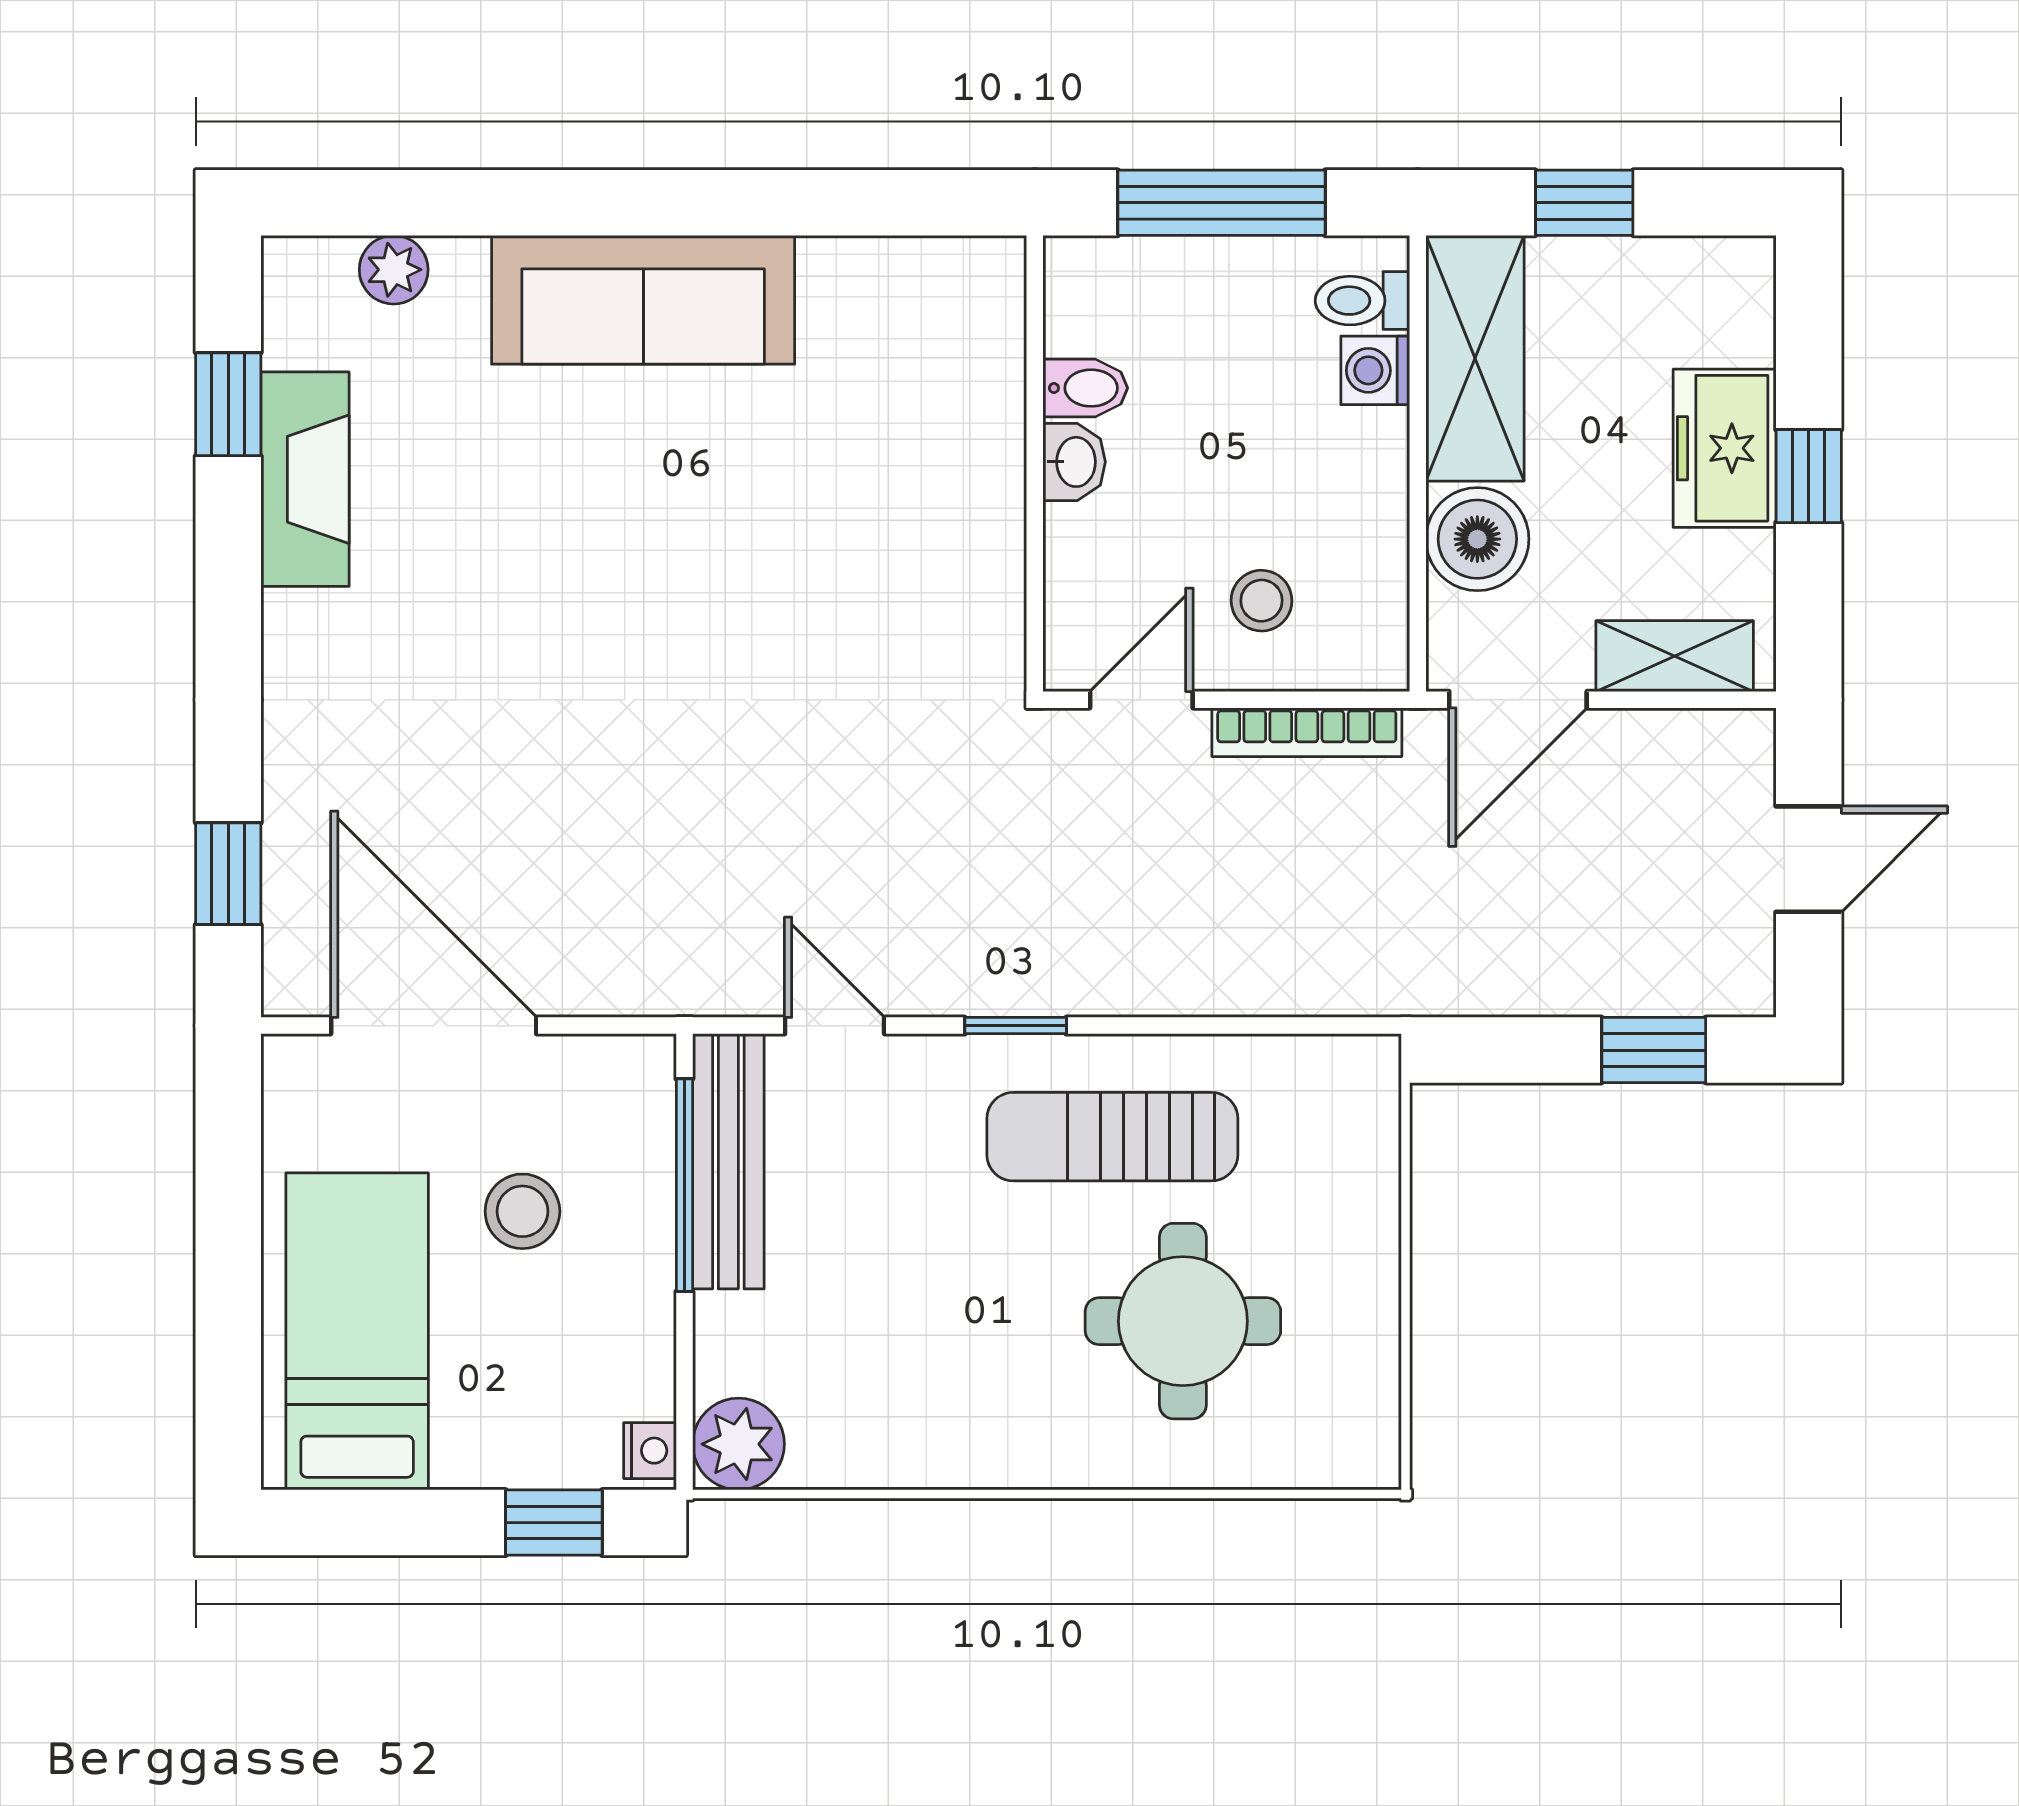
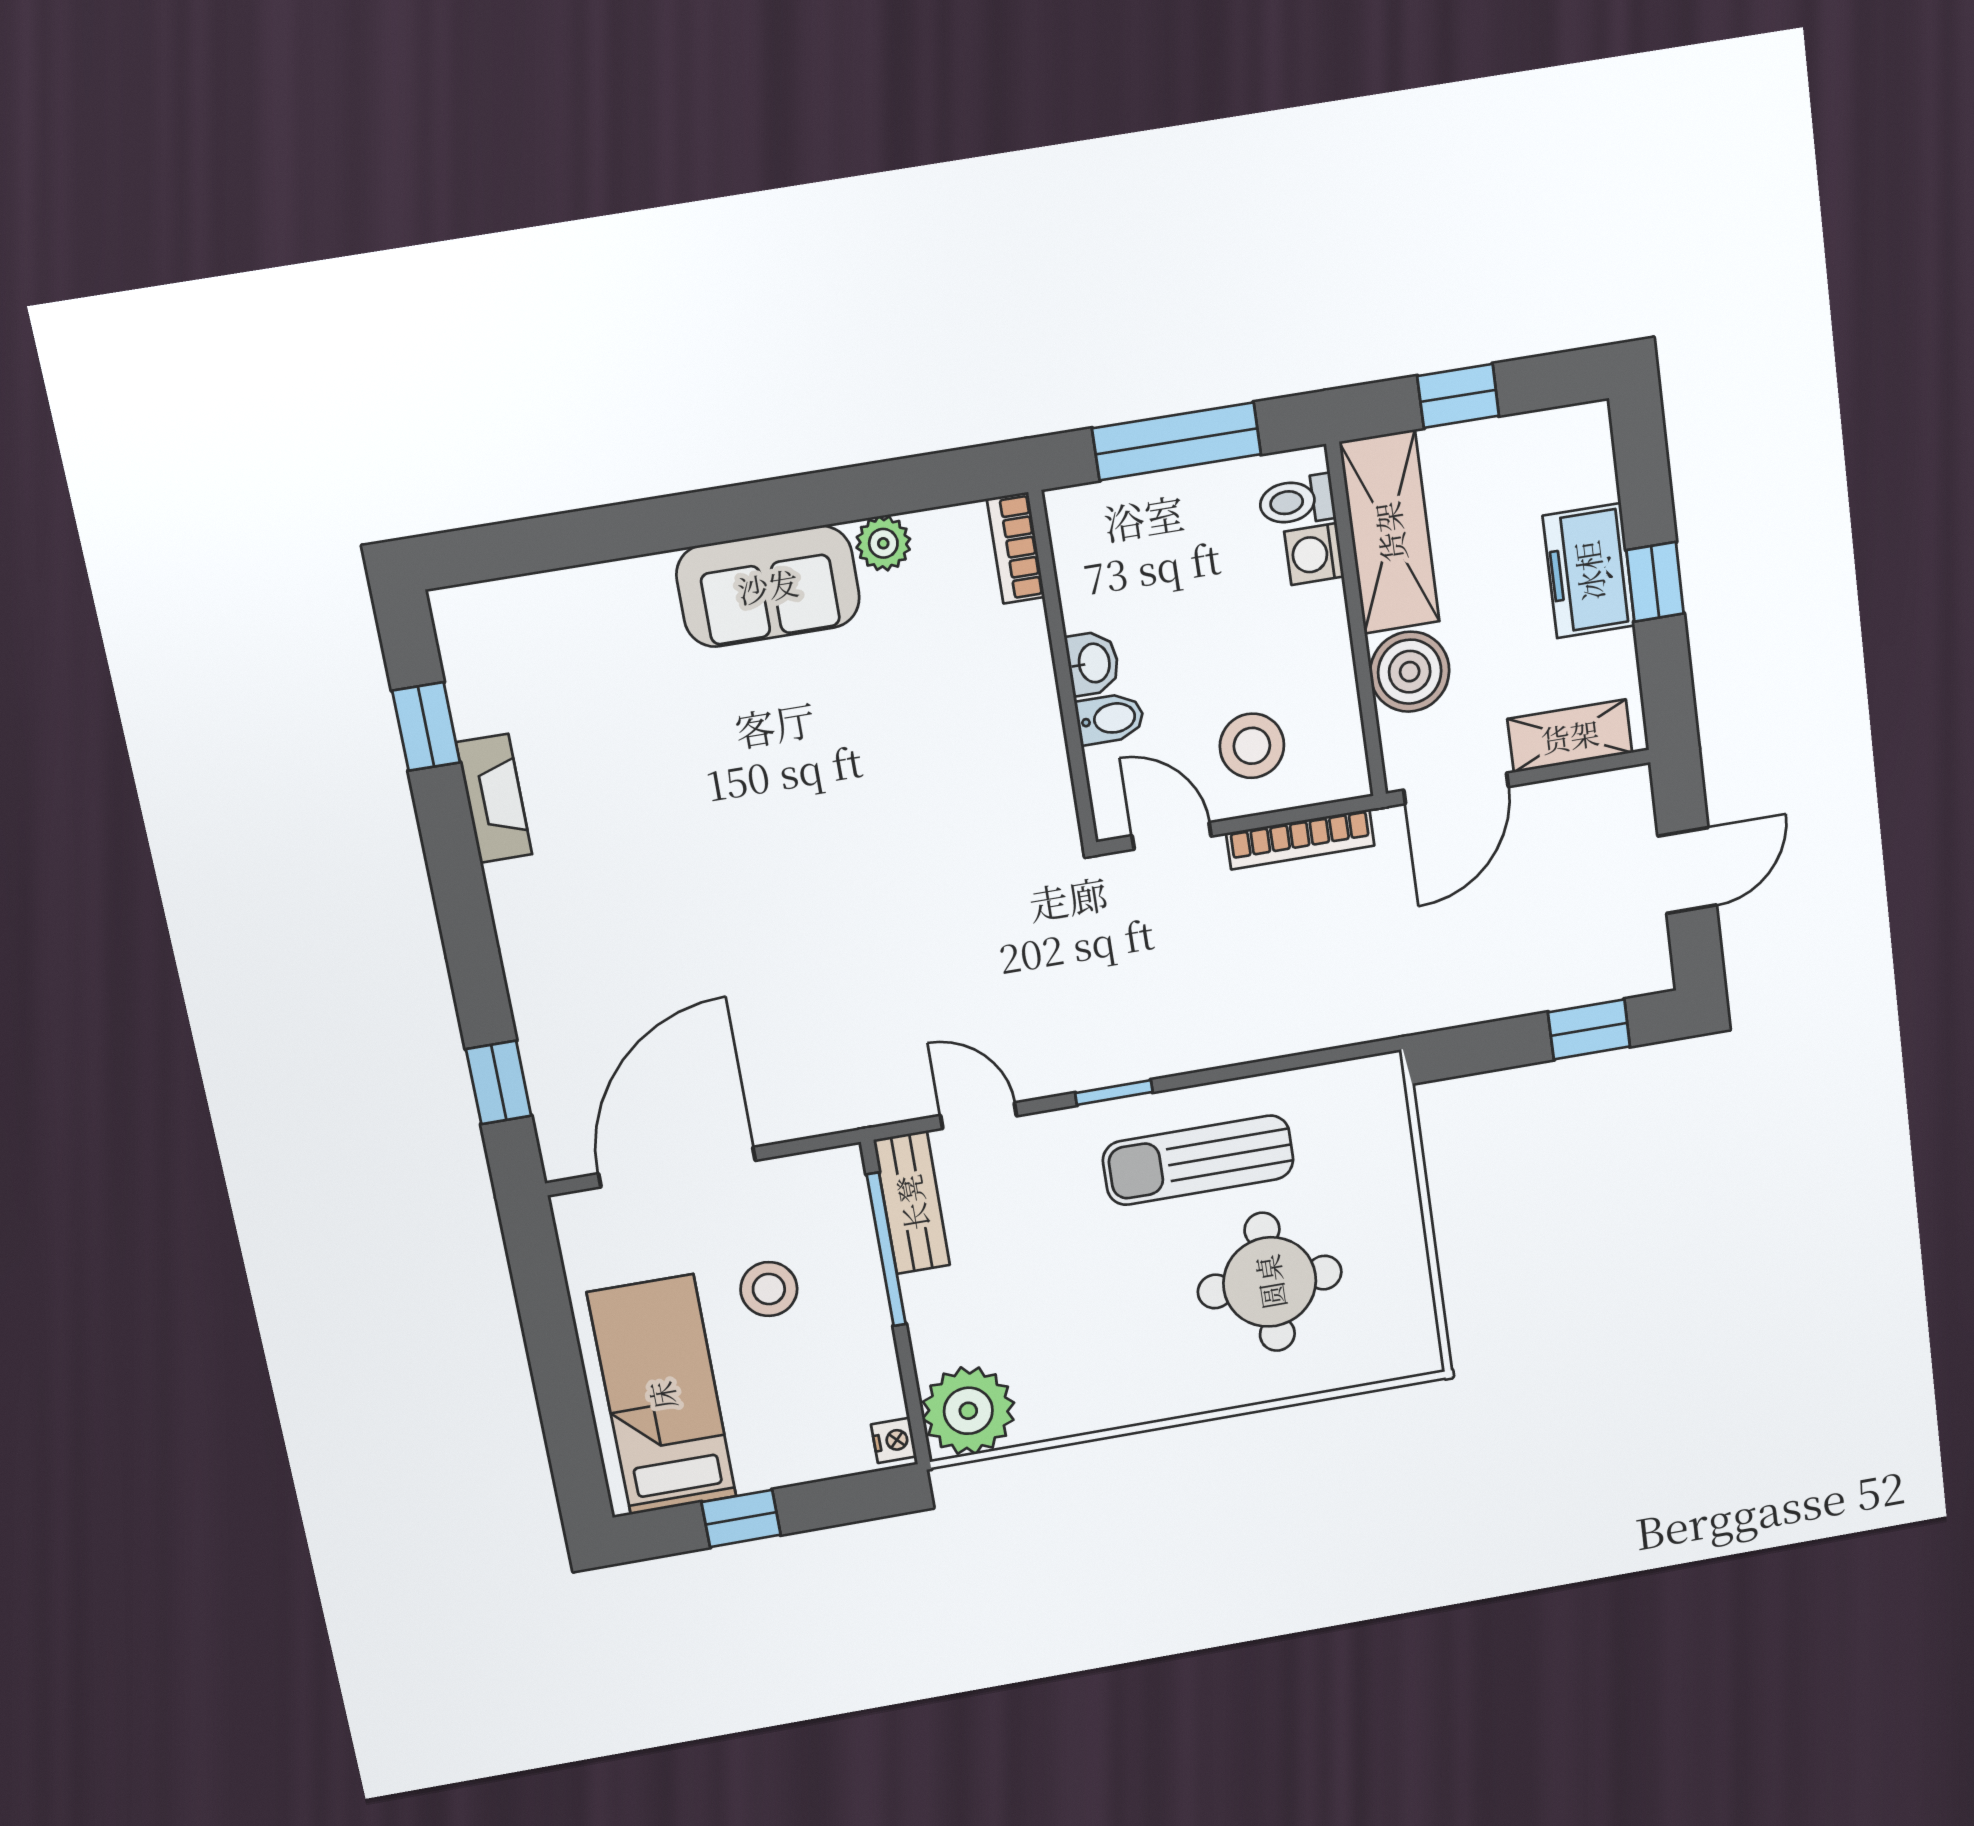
plant: (394, 270) -> (883, 543), moved
sofa: (643, 300) -> (768, 586), width x0.73
bookcase: (1000, 302) -> (1016, 548), added
bidet: (1085, 388) -> (1110, 719), moved
fireplace: (305, 479) -> (494, 798), width x0.73, depth x0.76
stool: (1262, 601) -> (1252, 746), width x1.37, depth x1.37
door: (1141, 700) -> (1172, 836), hinge flipped
door: (434, 1026) -> (677, 1167), hinge flipped
bench: (728, 1161) -> (912, 1203), width x0.73
plant: (739, 1444) -> (968, 1411), width x1.36, depth x1.36
window: (554, 1523) -> (741, 1518), moved

